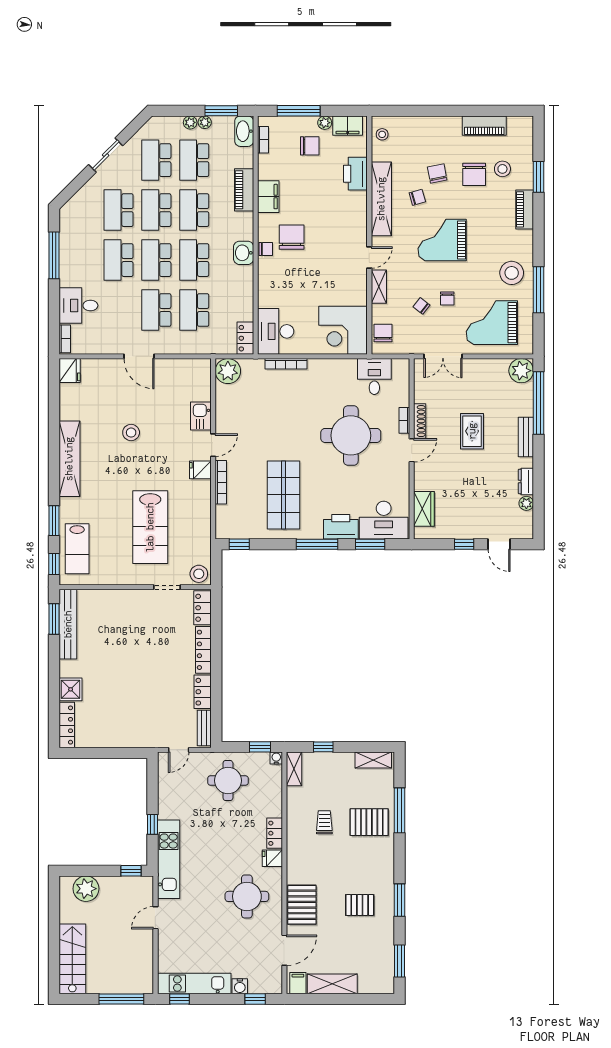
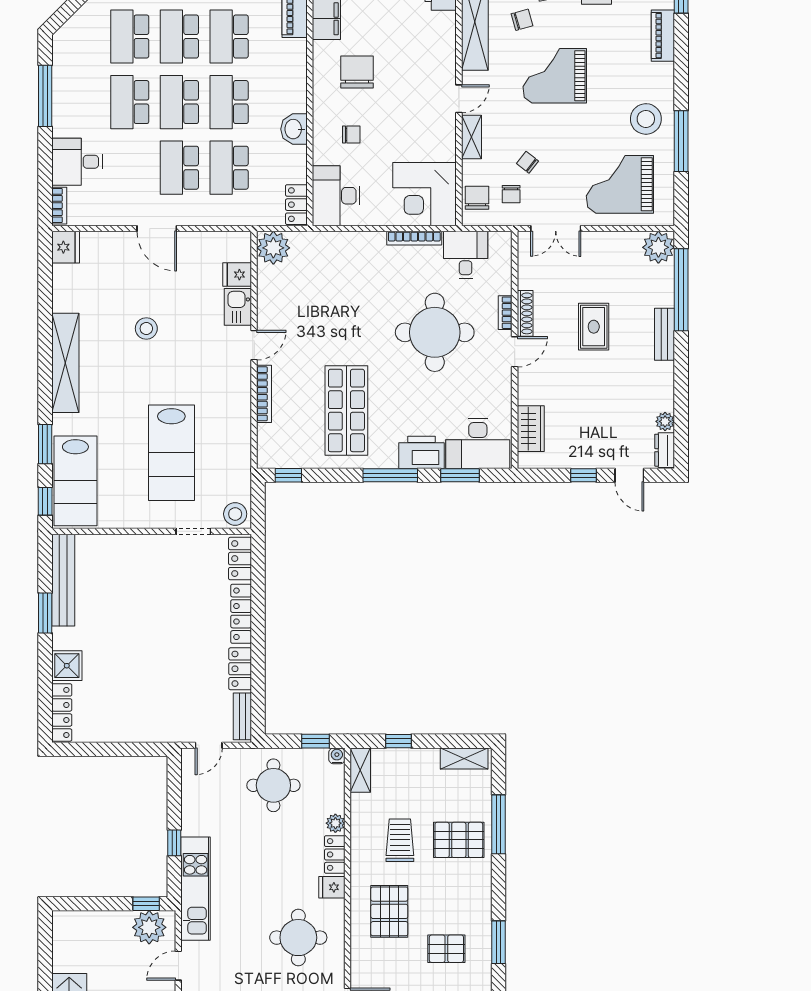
chair: (266, 249) -> (351, 134), moved
washbasin: (244, 253) -> (294, 129), moved
chair: (447, 299) -> (511, 194), moved
bookcase: (286, 364) -> (414, 238), moved
fridge: (200, 470) -> (237, 275), moved
dresser: (526, 481) -> (665, 450), moved
lab bench: (77, 549) -> (75, 481), width x1.36, depth x1.39
window: (54, 619) -> (45, 613), moved
plant: (275, 809) -> (335, 823), added
trolley: (324, 822) -> (400, 840), width x1.36, depth x1.39
plant: (86, 889) -> (149, 927), moved
pallet: (302, 905) -> (389, 911), moved

